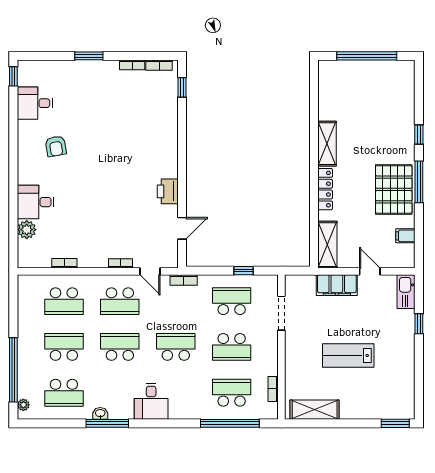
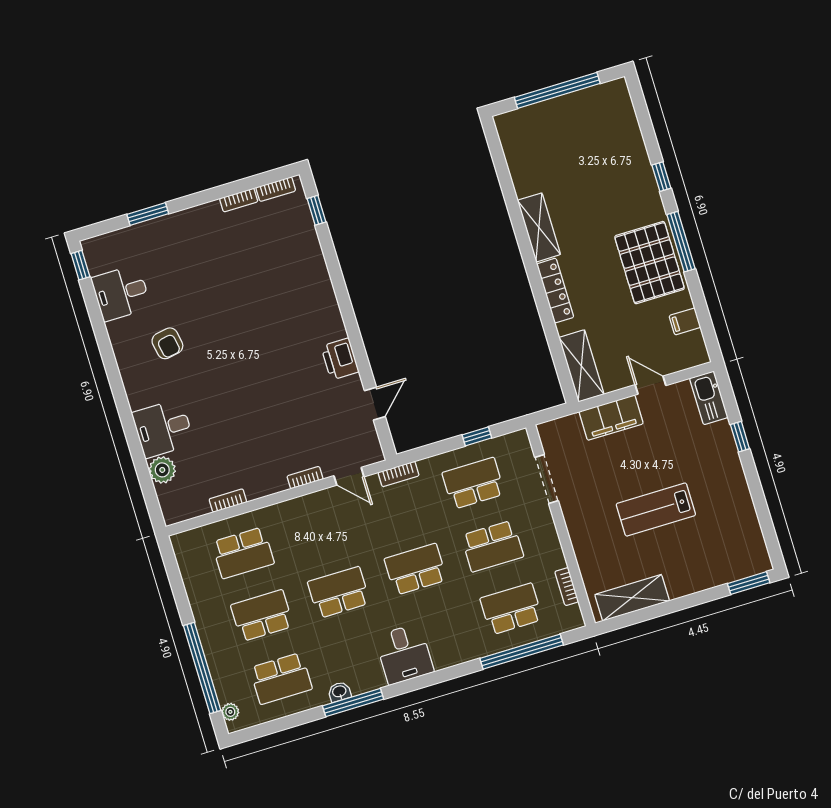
window: (89, 56) -> (148, 214), moved
school desk: (120, 301) -> (320, 530), removed

